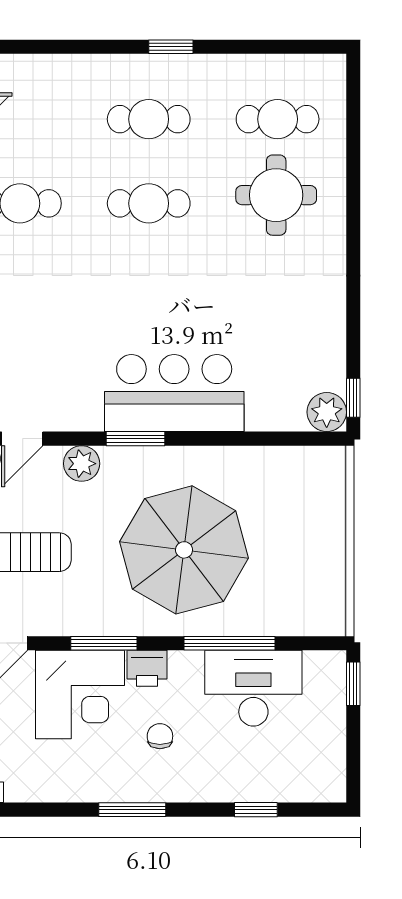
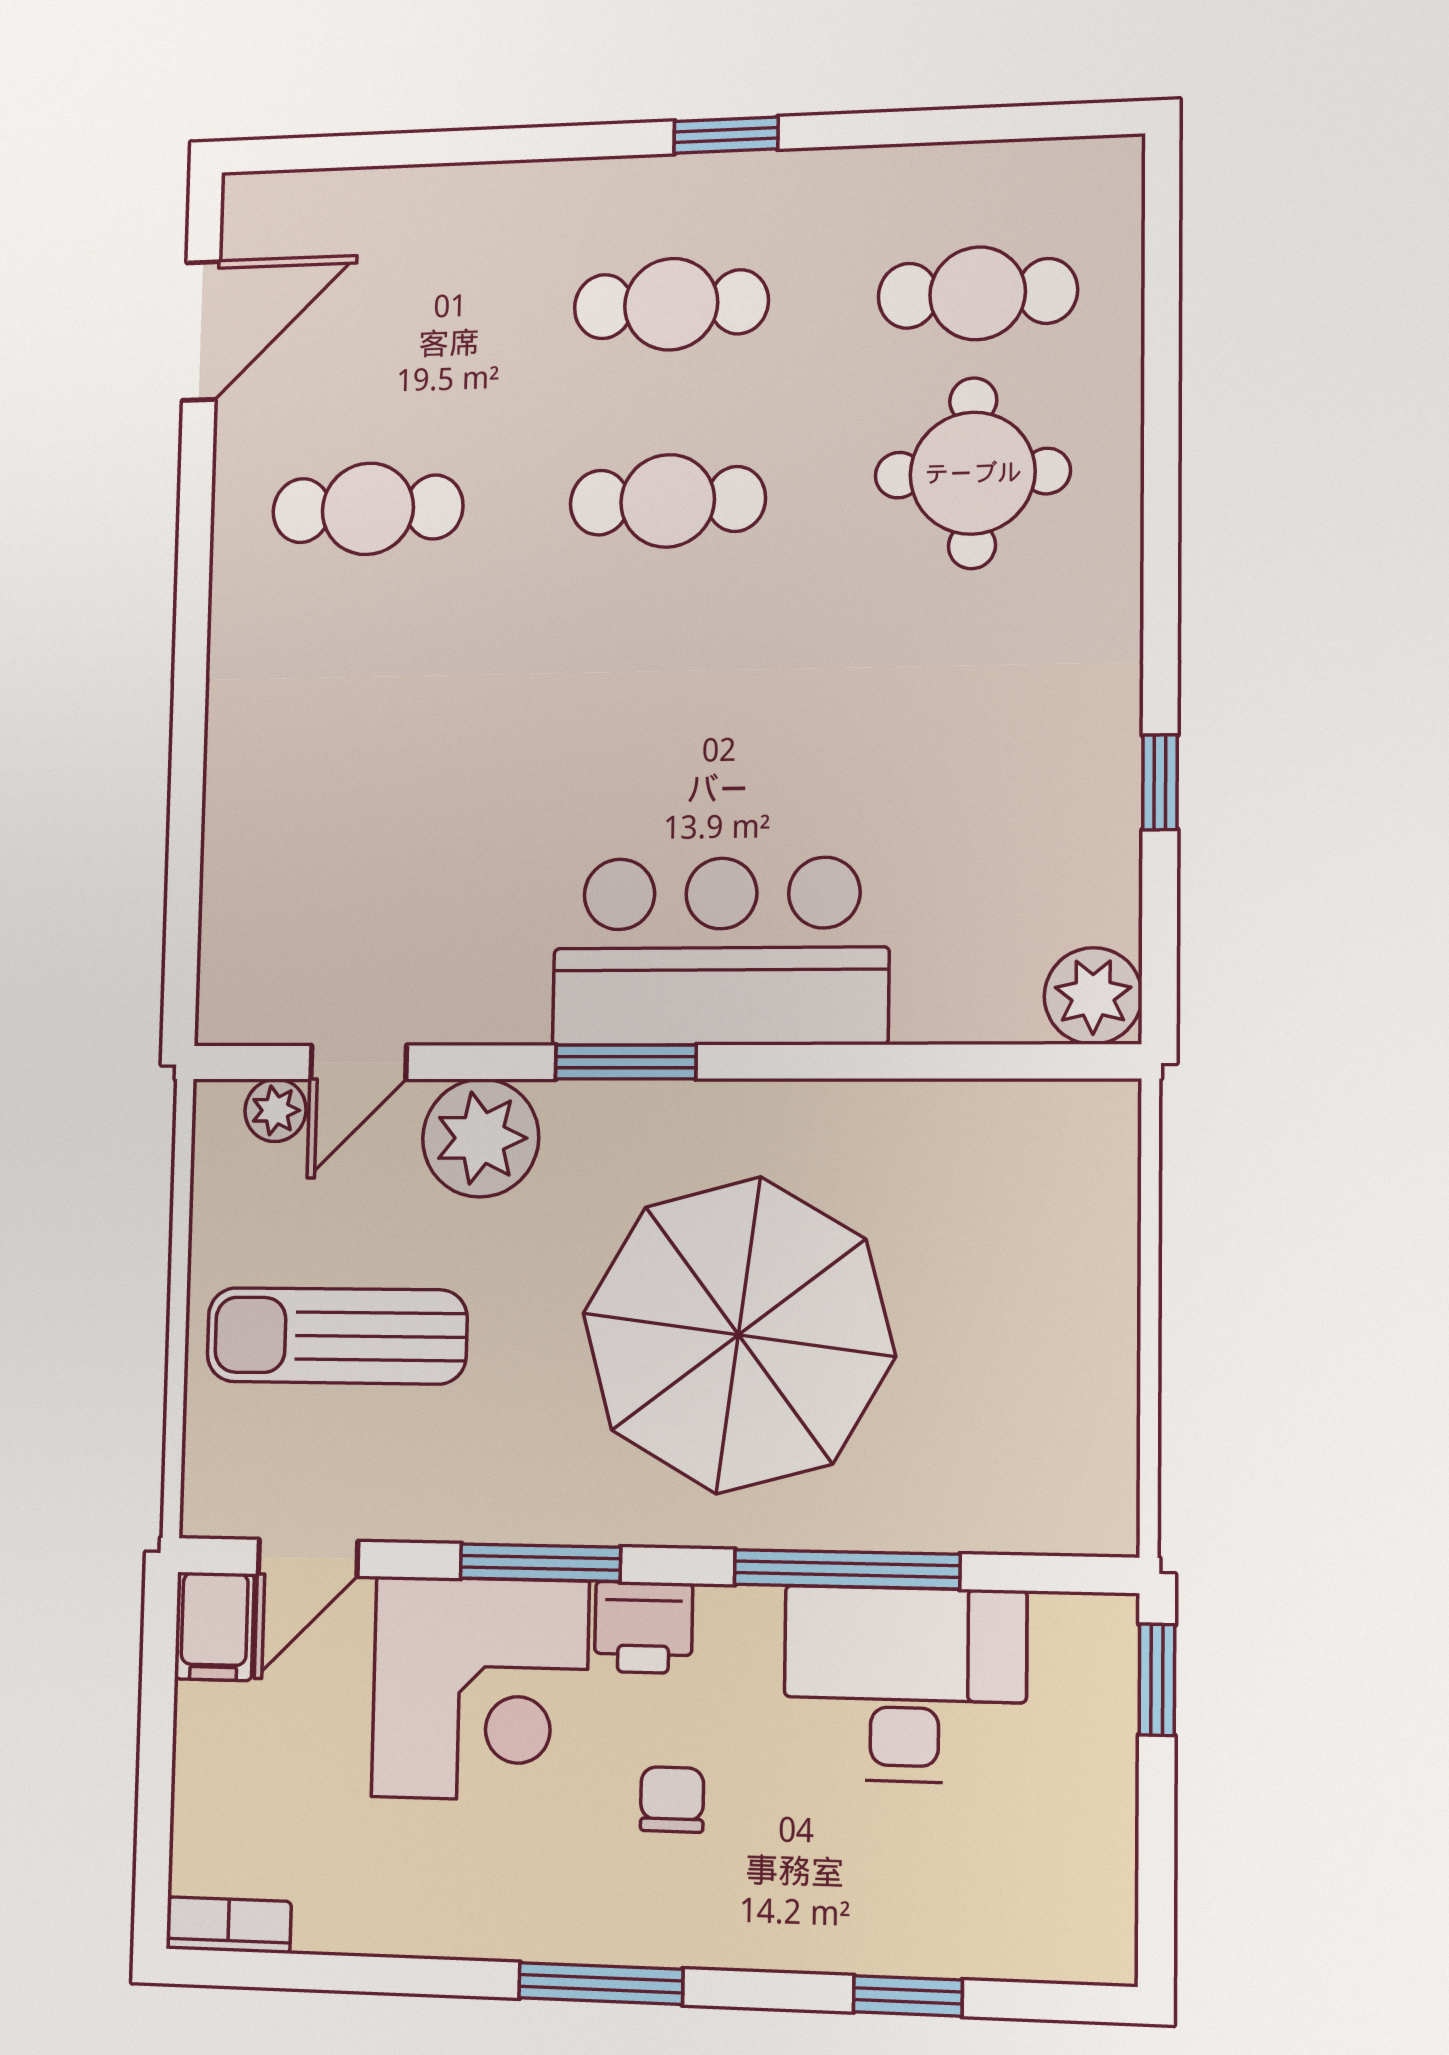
window: (353, 398) -> (1160, 782), moved
plant: (82, 464) -> (481, 1138), width x1.36, depth x1.36

